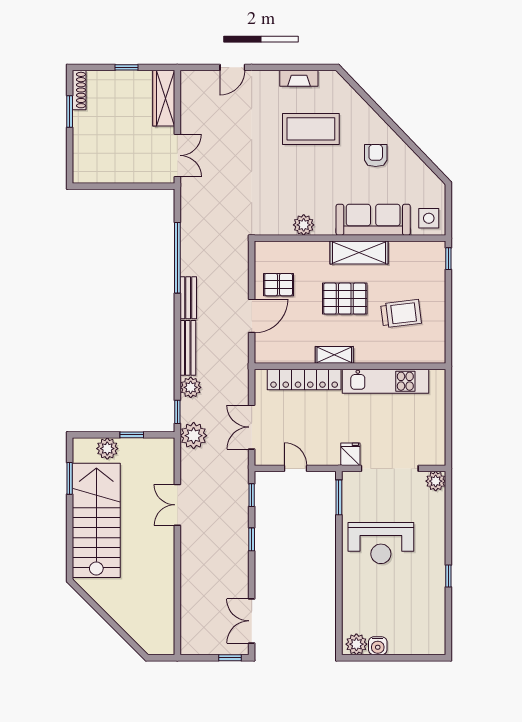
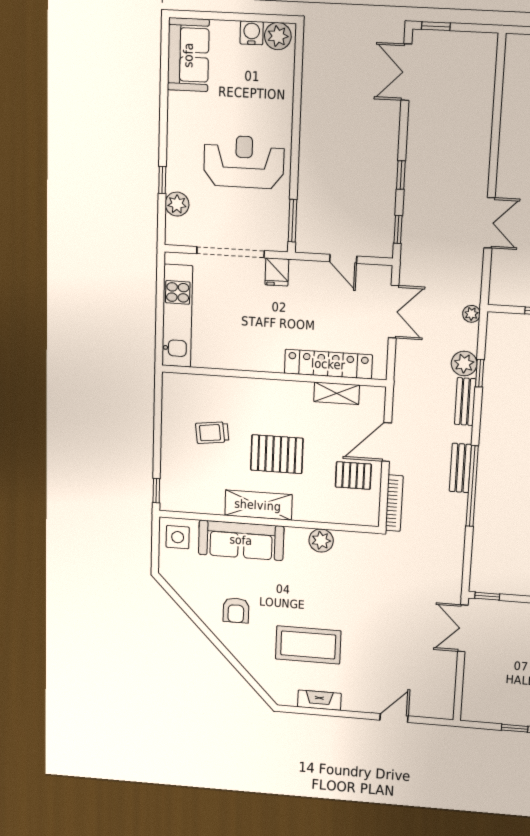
wardrobe: (164, 98) -> (474, 692), removed
window: (158, 186) -> (487, 596), added
window: (177, 258) -> (472, 486), moved
bookcase: (243, 263) -> (394, 503), added
trolley: (401, 314) -> (212, 433), width x0.73, depth x0.72
bench: (188, 348) -> (465, 402), width x0.73
shelving: (334, 355) -> (337, 393), moved
kitchen unit: (385, 381) -> (177, 316), moved, turned 90
window: (177, 412) -> (480, 373), moved
plant: (194, 436) -> (471, 314), width x0.53, depth x0.53
plant: (436, 481) -> (177, 204), moved
window: (448, 576) -> (162, 180), moved
double door: (252, 621) -> (406, 72), swing flipped
sofa: (429, 626) -> (188, 55), added

